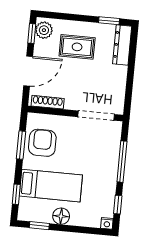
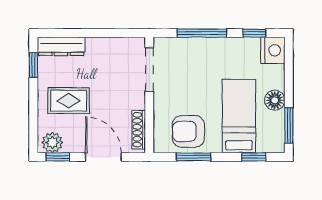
rug: (77, 47) -> (69, 101), turned 90
nightstand: (107, 223) -> (273, 50), width x1.89, depth x1.79
window: (39, 226) -> (289, 125), width x1.50

